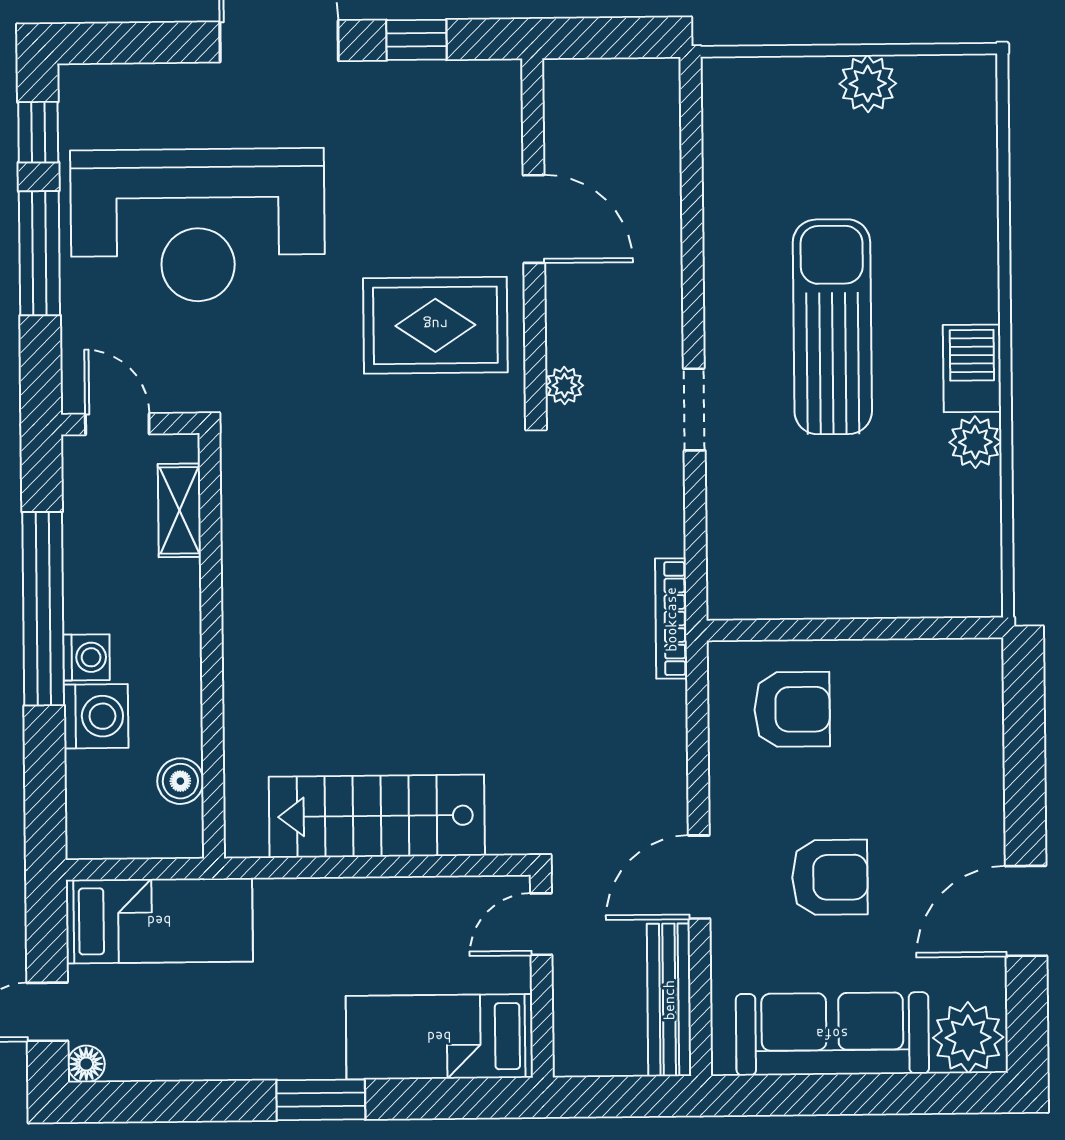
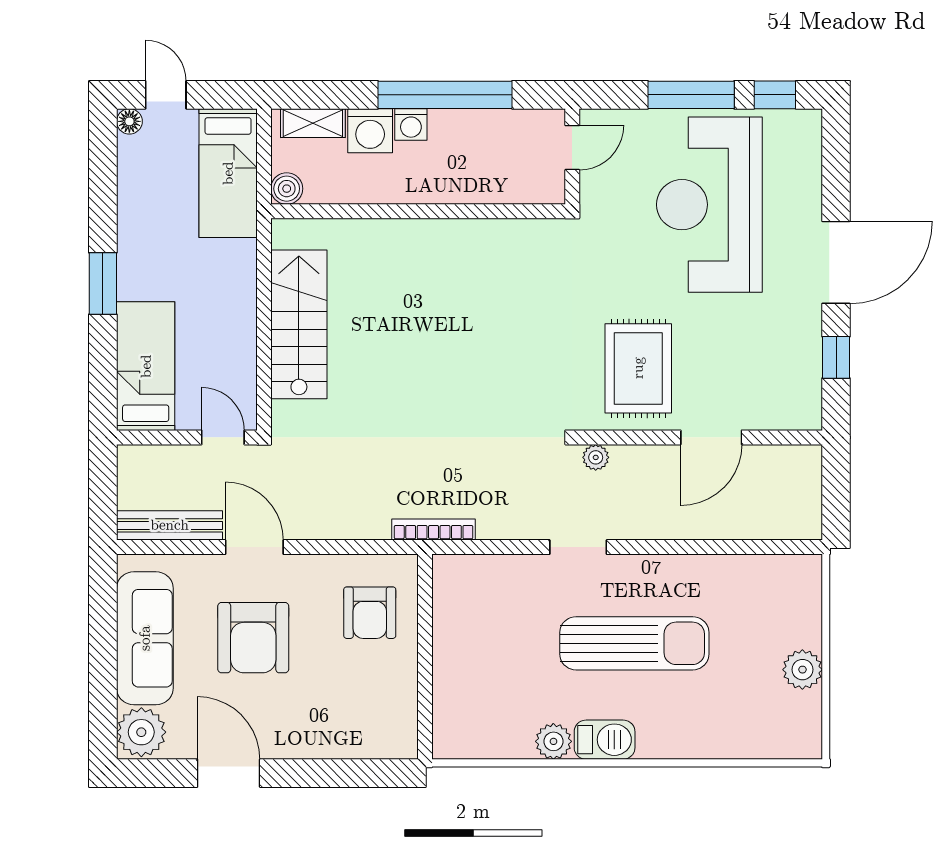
shelving: (179, 510) -> (313, 123), moved
boiler: (180, 781) -> (287, 189), moved
armchair: (830, 877) -> (253, 638), width x1.36, depth x1.36

